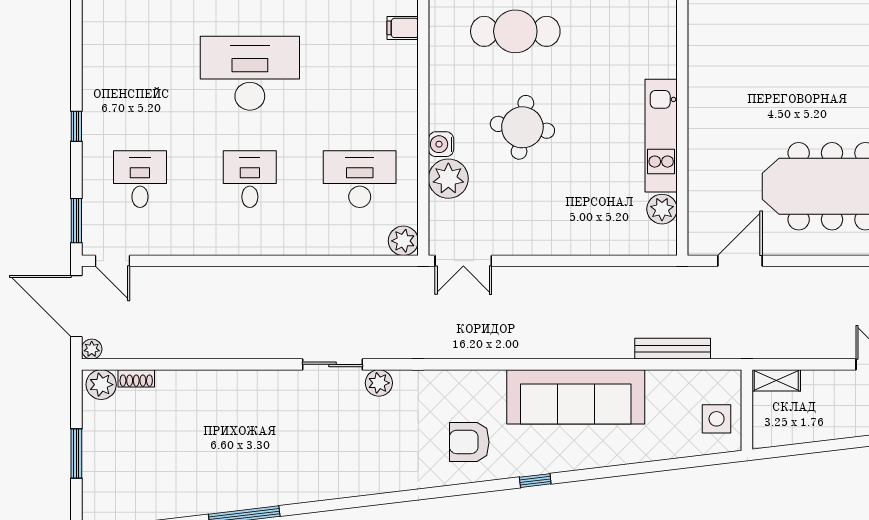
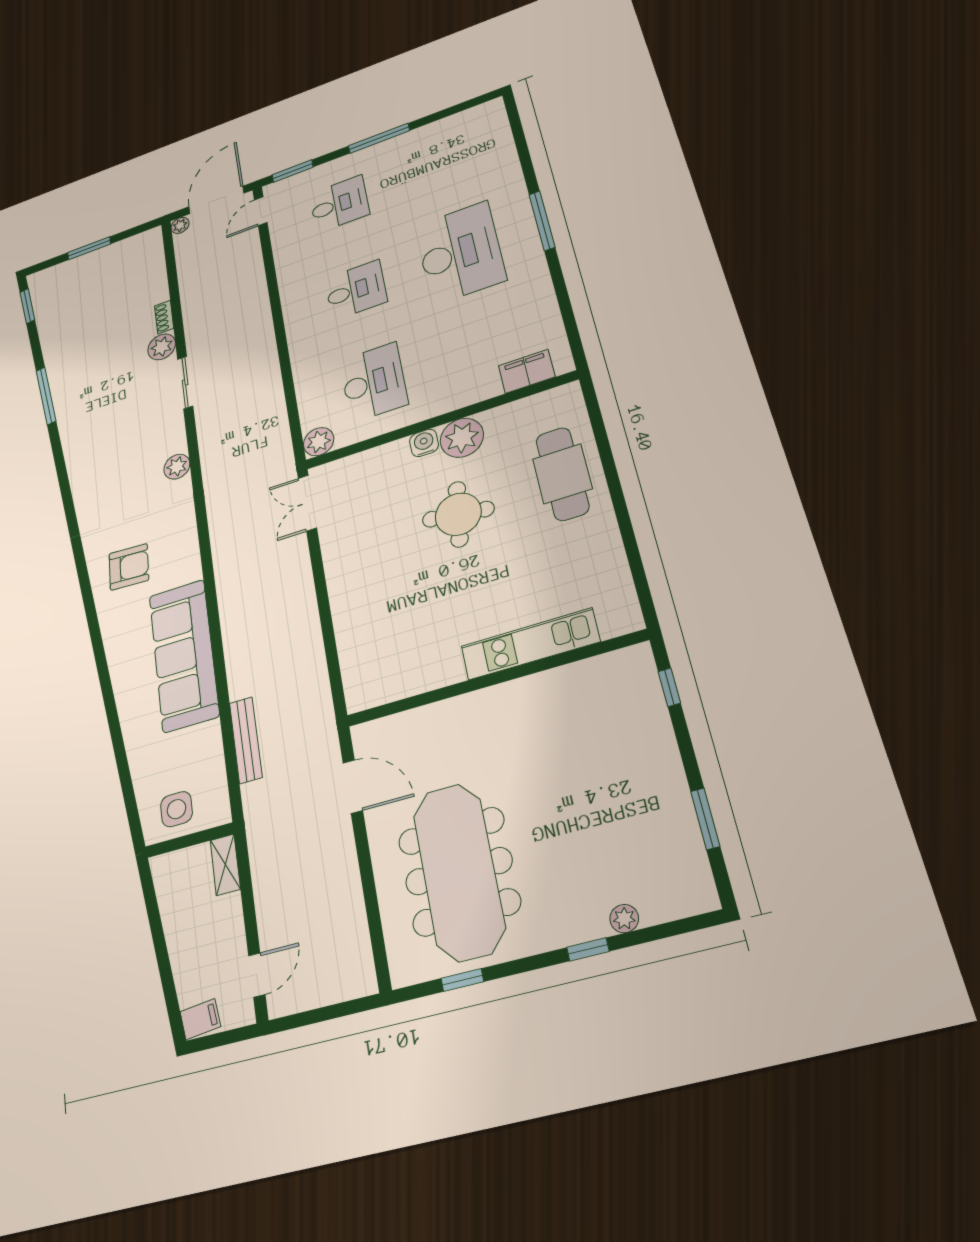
filing cabinet: (403, 28) -> (527, 371), width x2.00
window: (76, 126) -> (379, 138), width x2.17
kitchen unit: (661, 136) -> (530, 644), moved
plant: (448, 179) -> (462, 438), moved
plant: (662, 209) -> (396, 684), removed
sliding door: (332, 364) -> (185, 382), moved
shoe rack: (136, 378) -> (164, 317), moved
plant: (101, 385) -> (162, 347), moved
armchair: (469, 442) -> (129, 567), turned 93
window: (535, 481) -> (97, 641), removed

